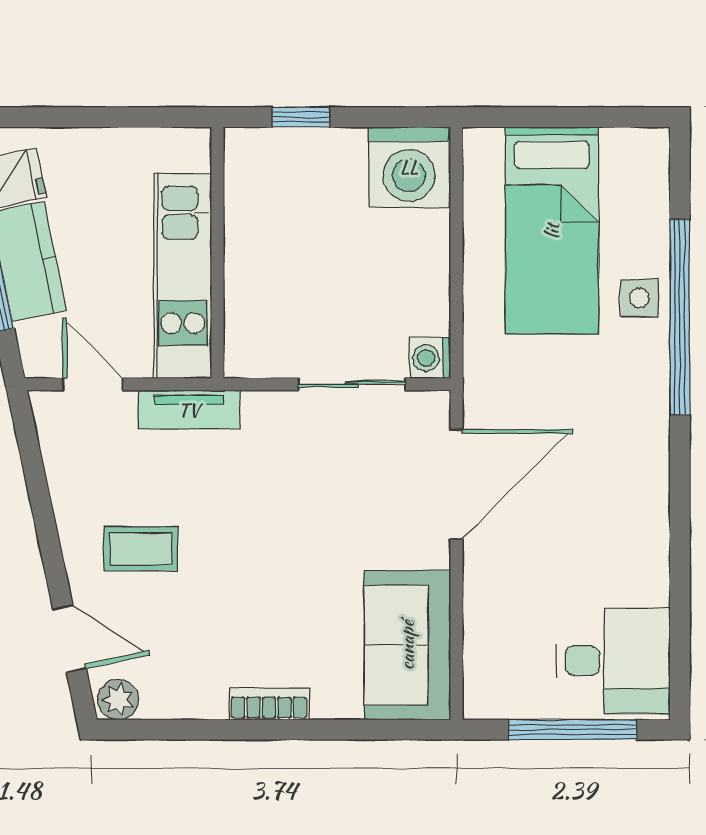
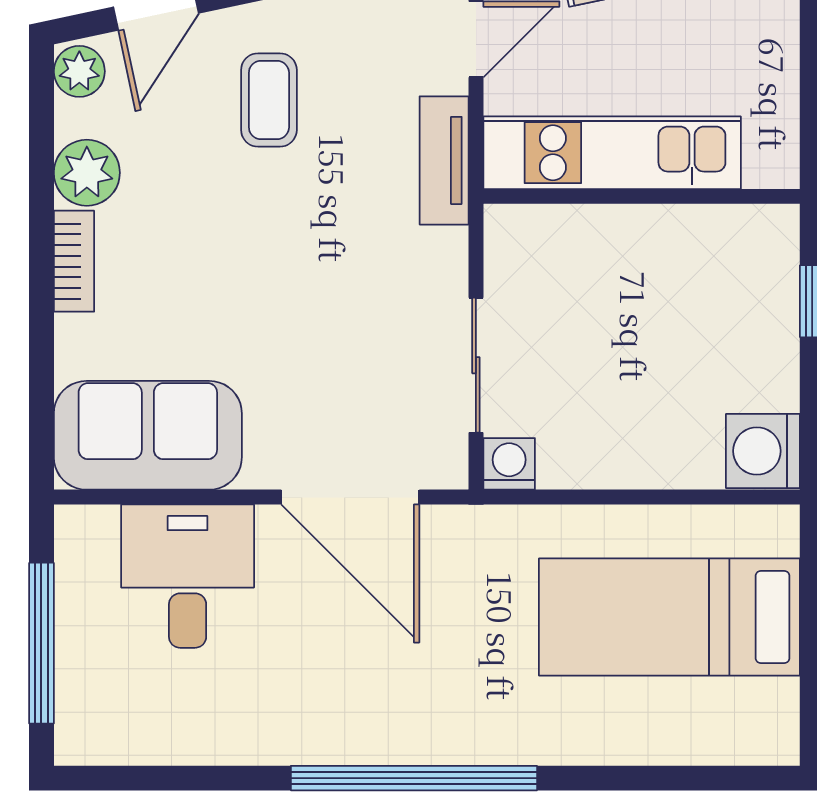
washing machine: (409, 167) -> (763, 451), width x0.73, depth x0.73
side table: (639, 298) -> (585, 727), removed
window: (680, 317) -> (414, 778), moved
desk: (613, 661) -> (188, 576), moved, turned 180
plant: (199, 694) -> (87, 173), added

